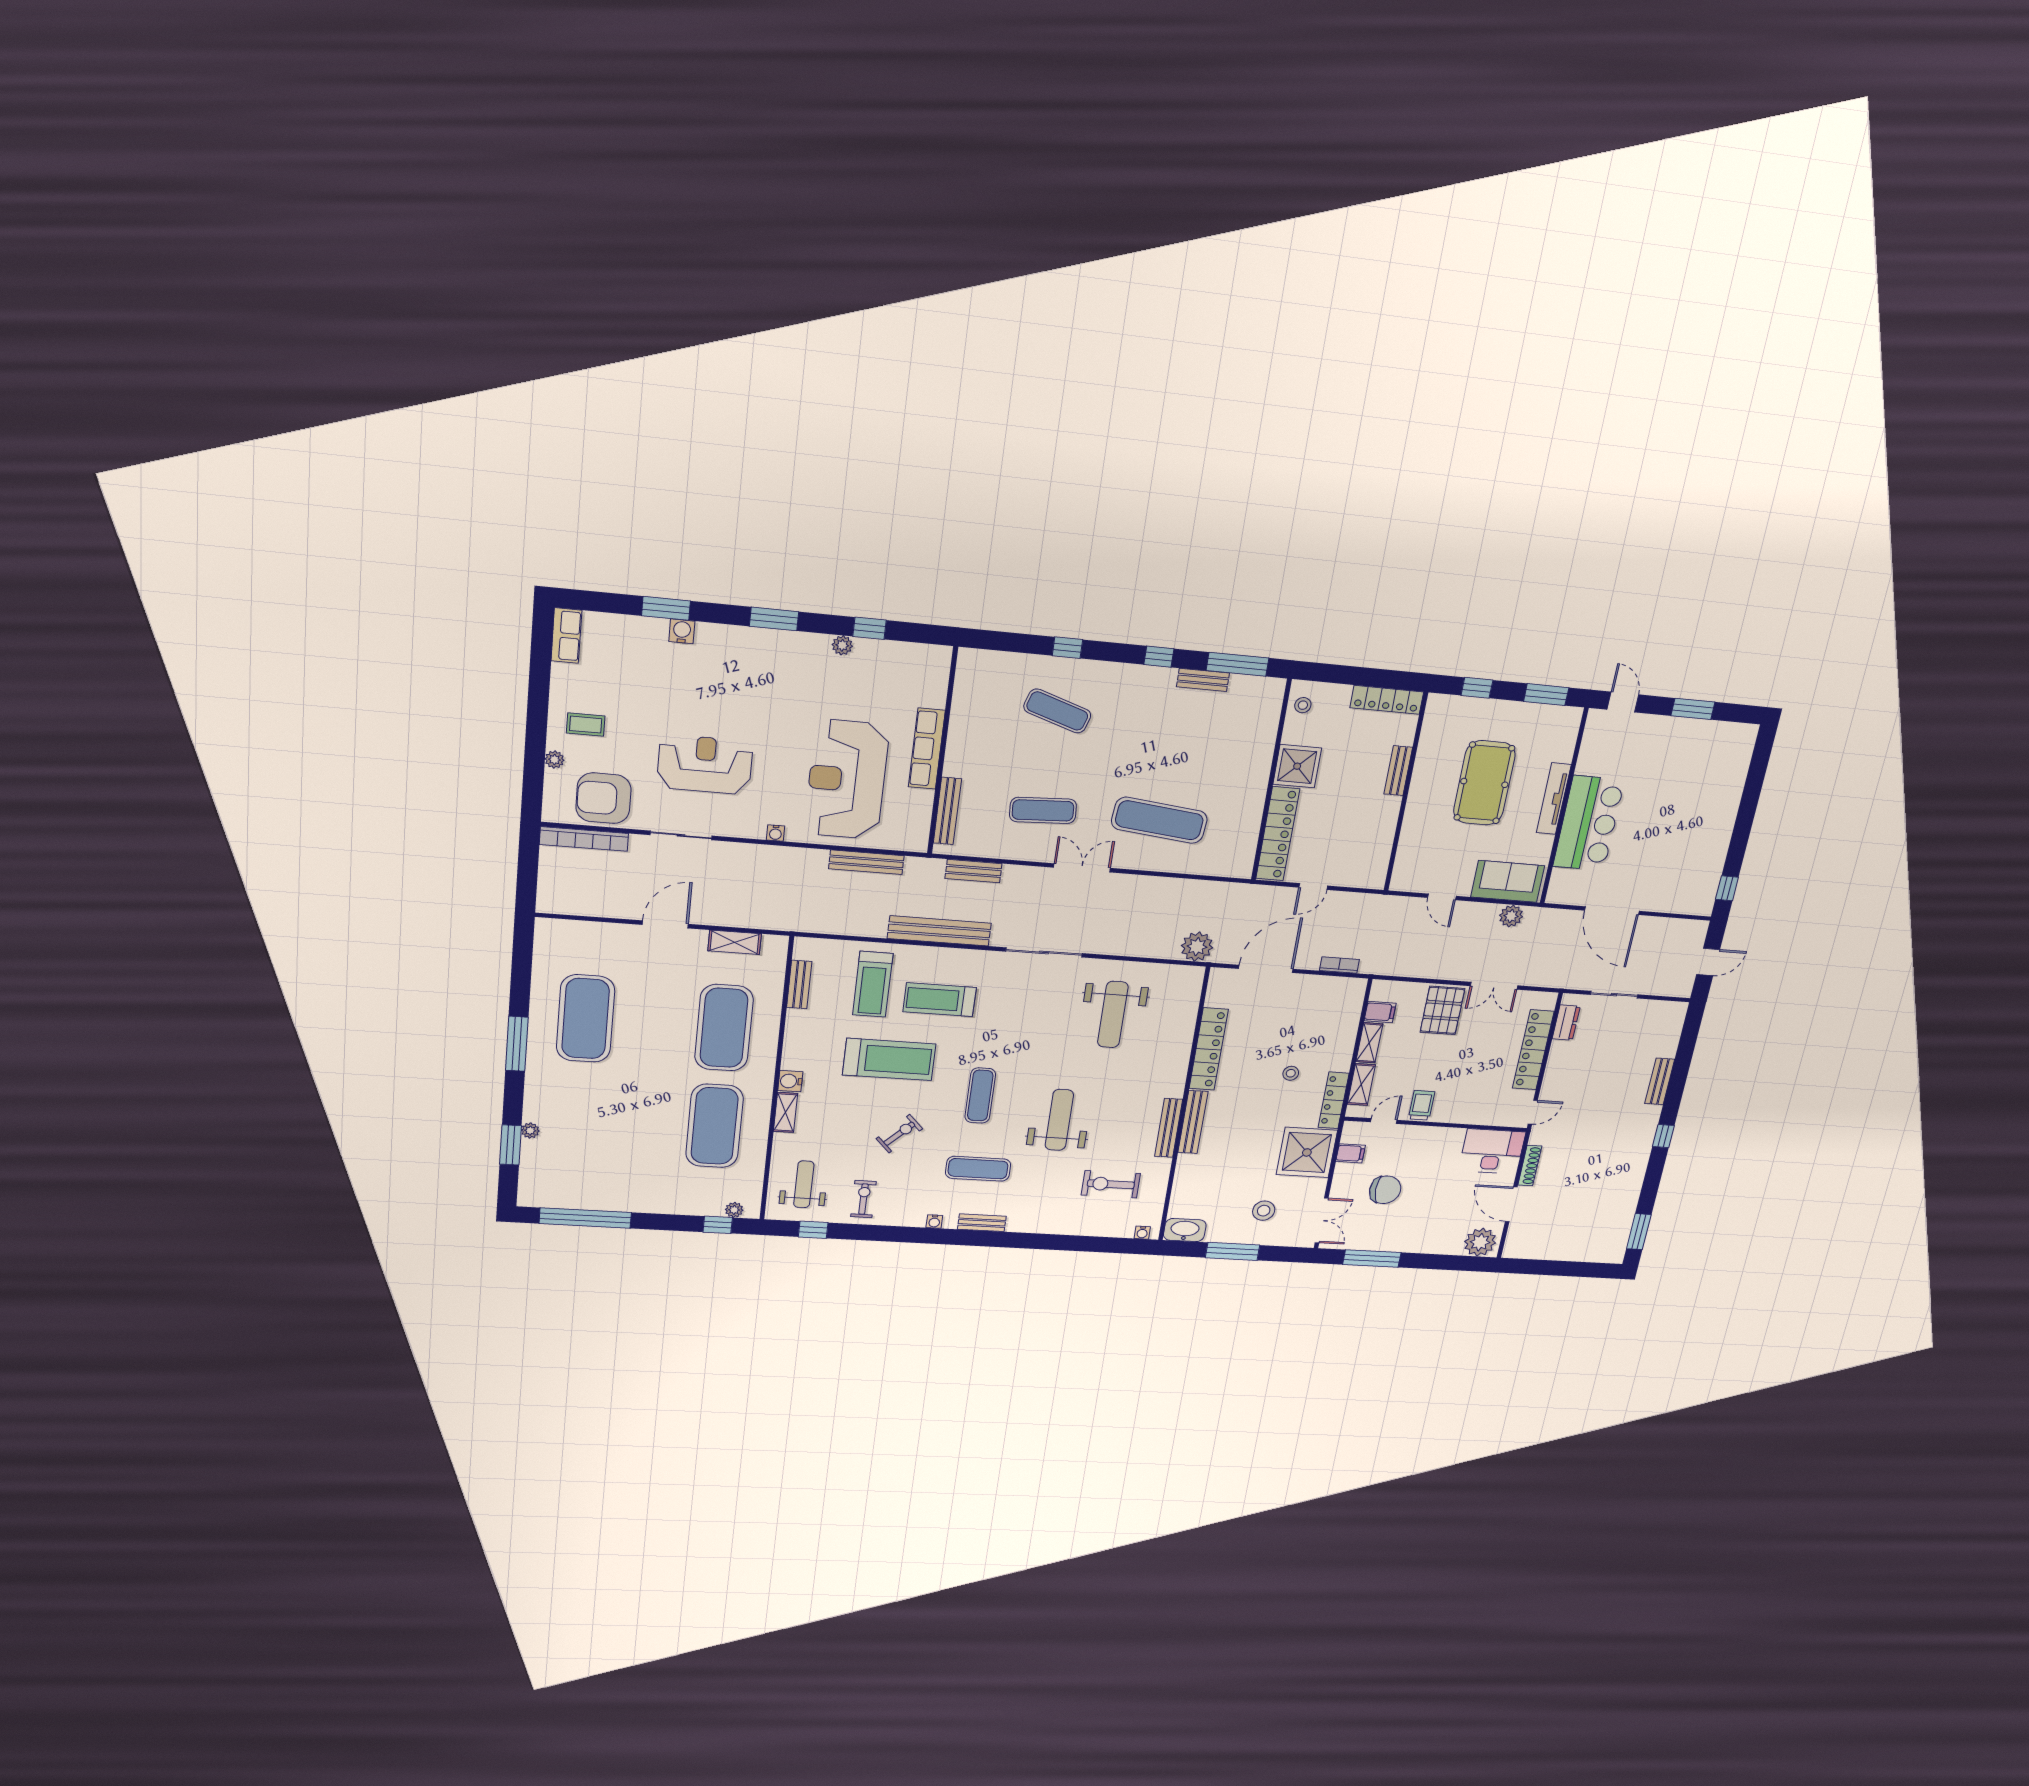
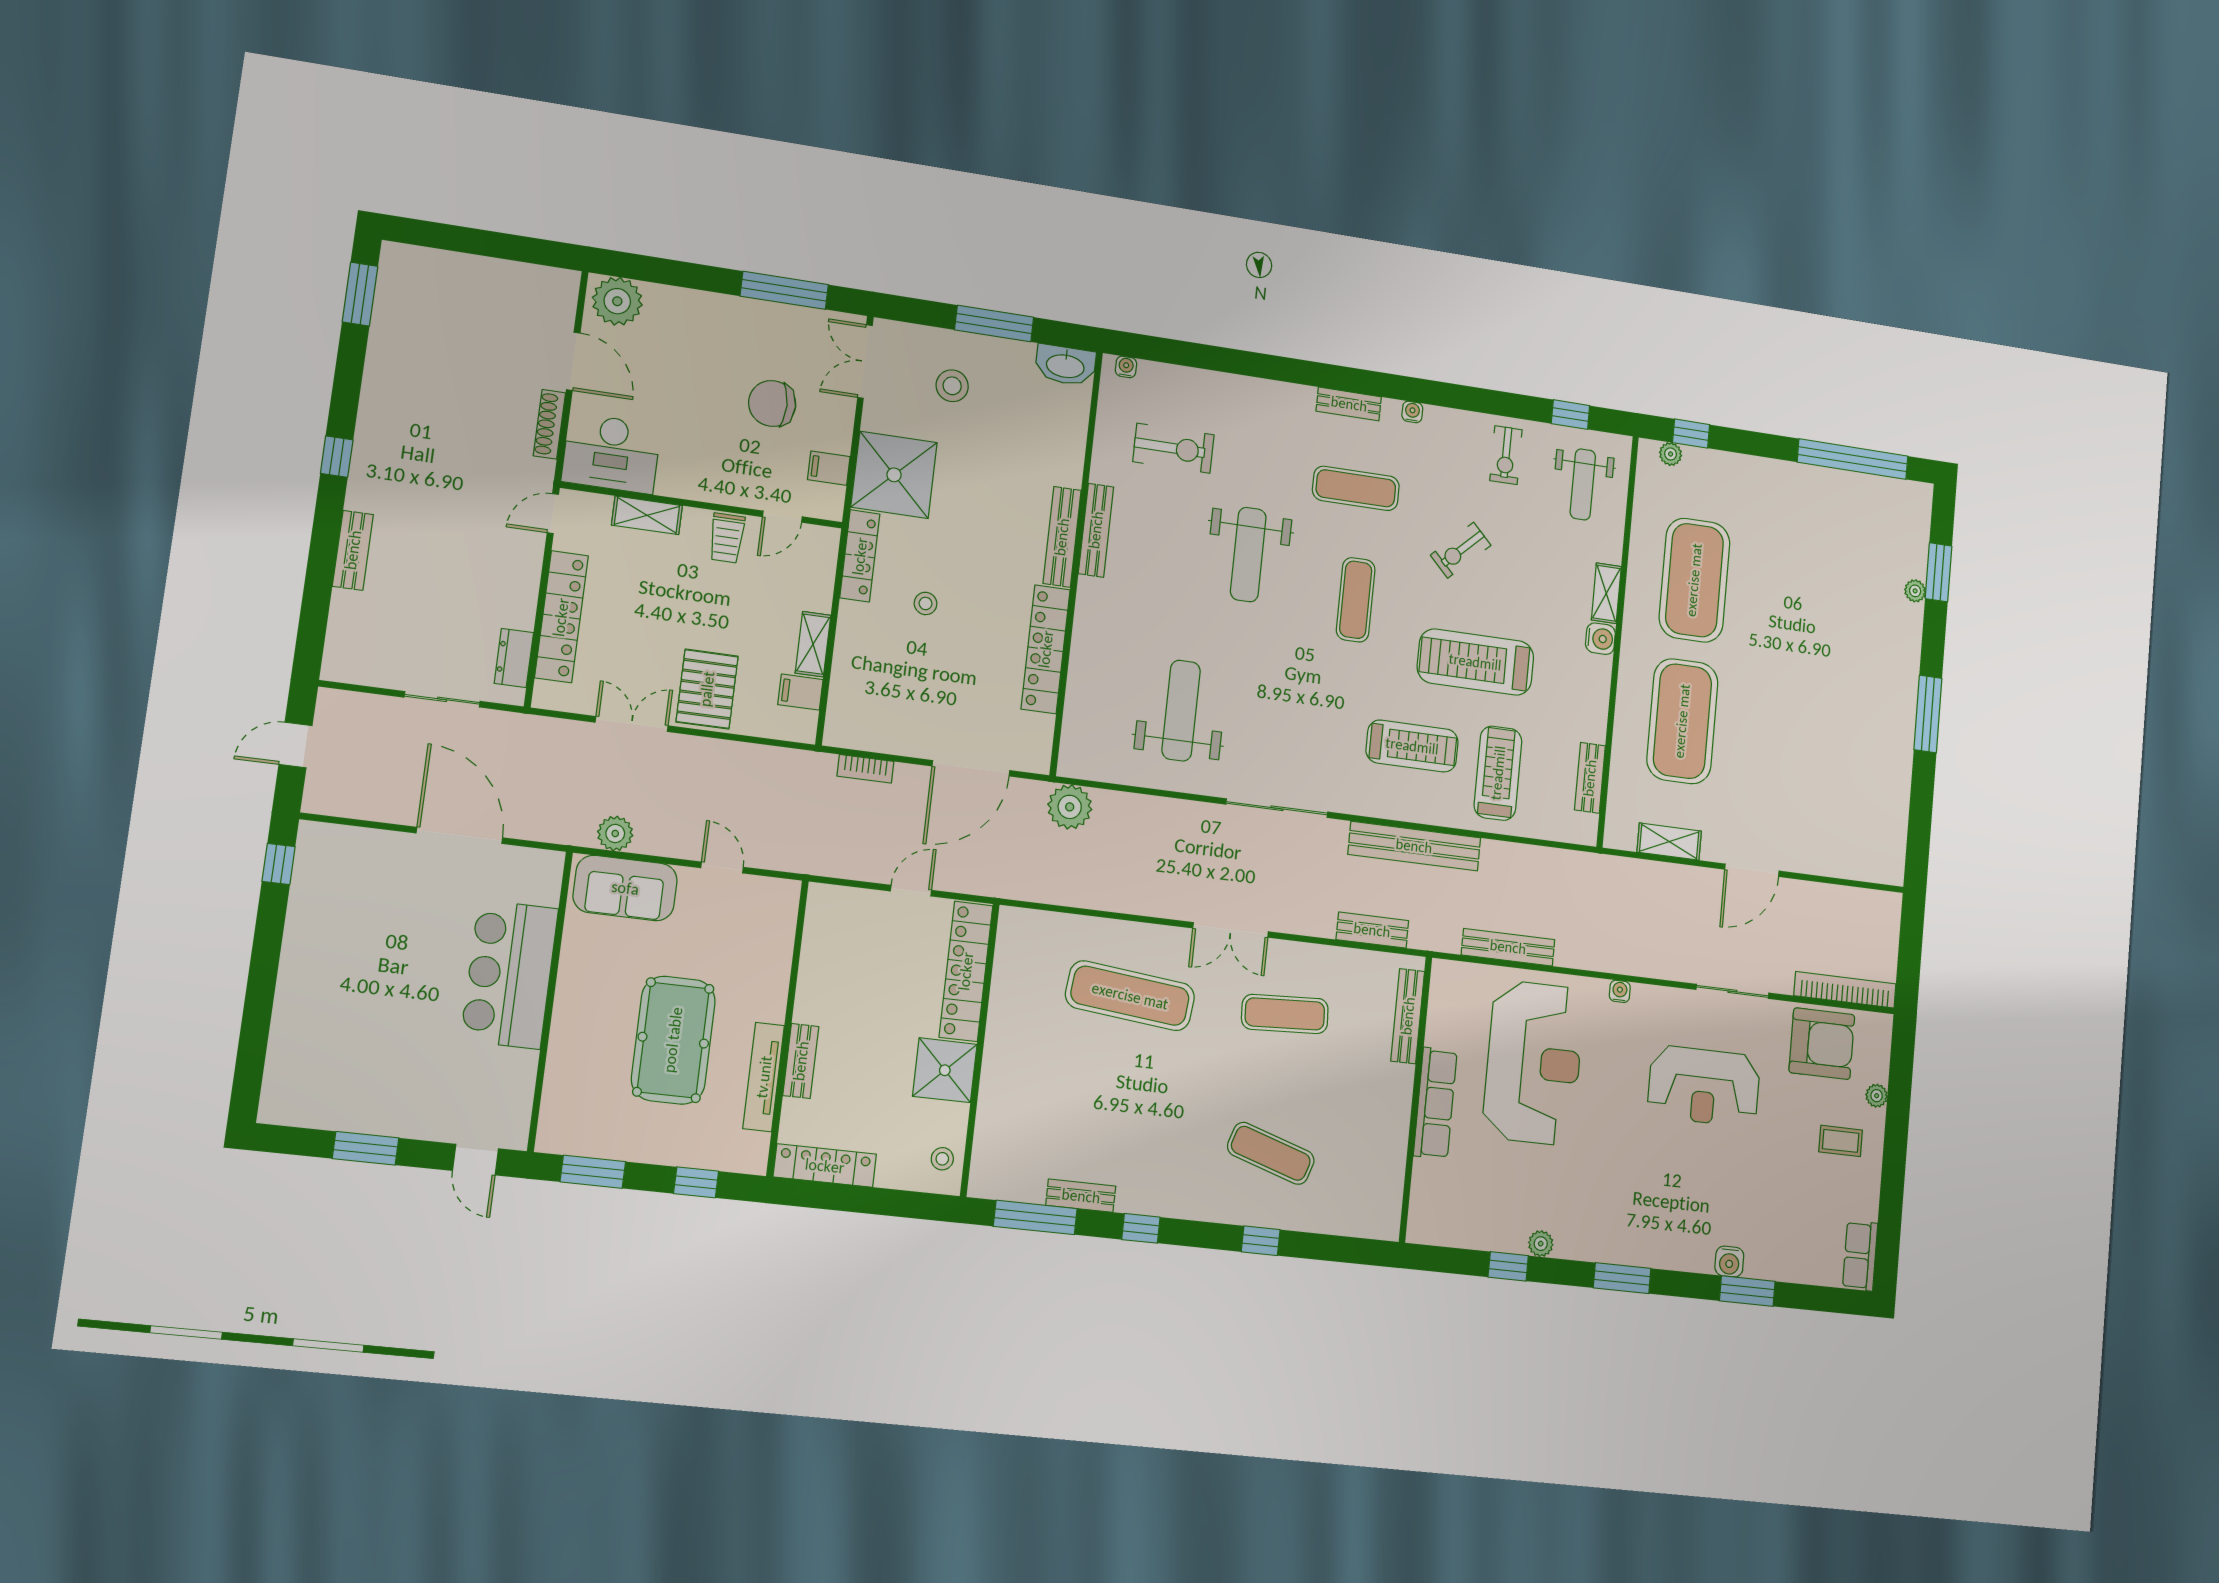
tv unit: (1554, 799) -> (764, 1077), moved, turned 180
exercise mat: (586, 1019) -> (1847, 744), removed
shelving: (1361, 1084) -> (647, 515), moved, turned 90

